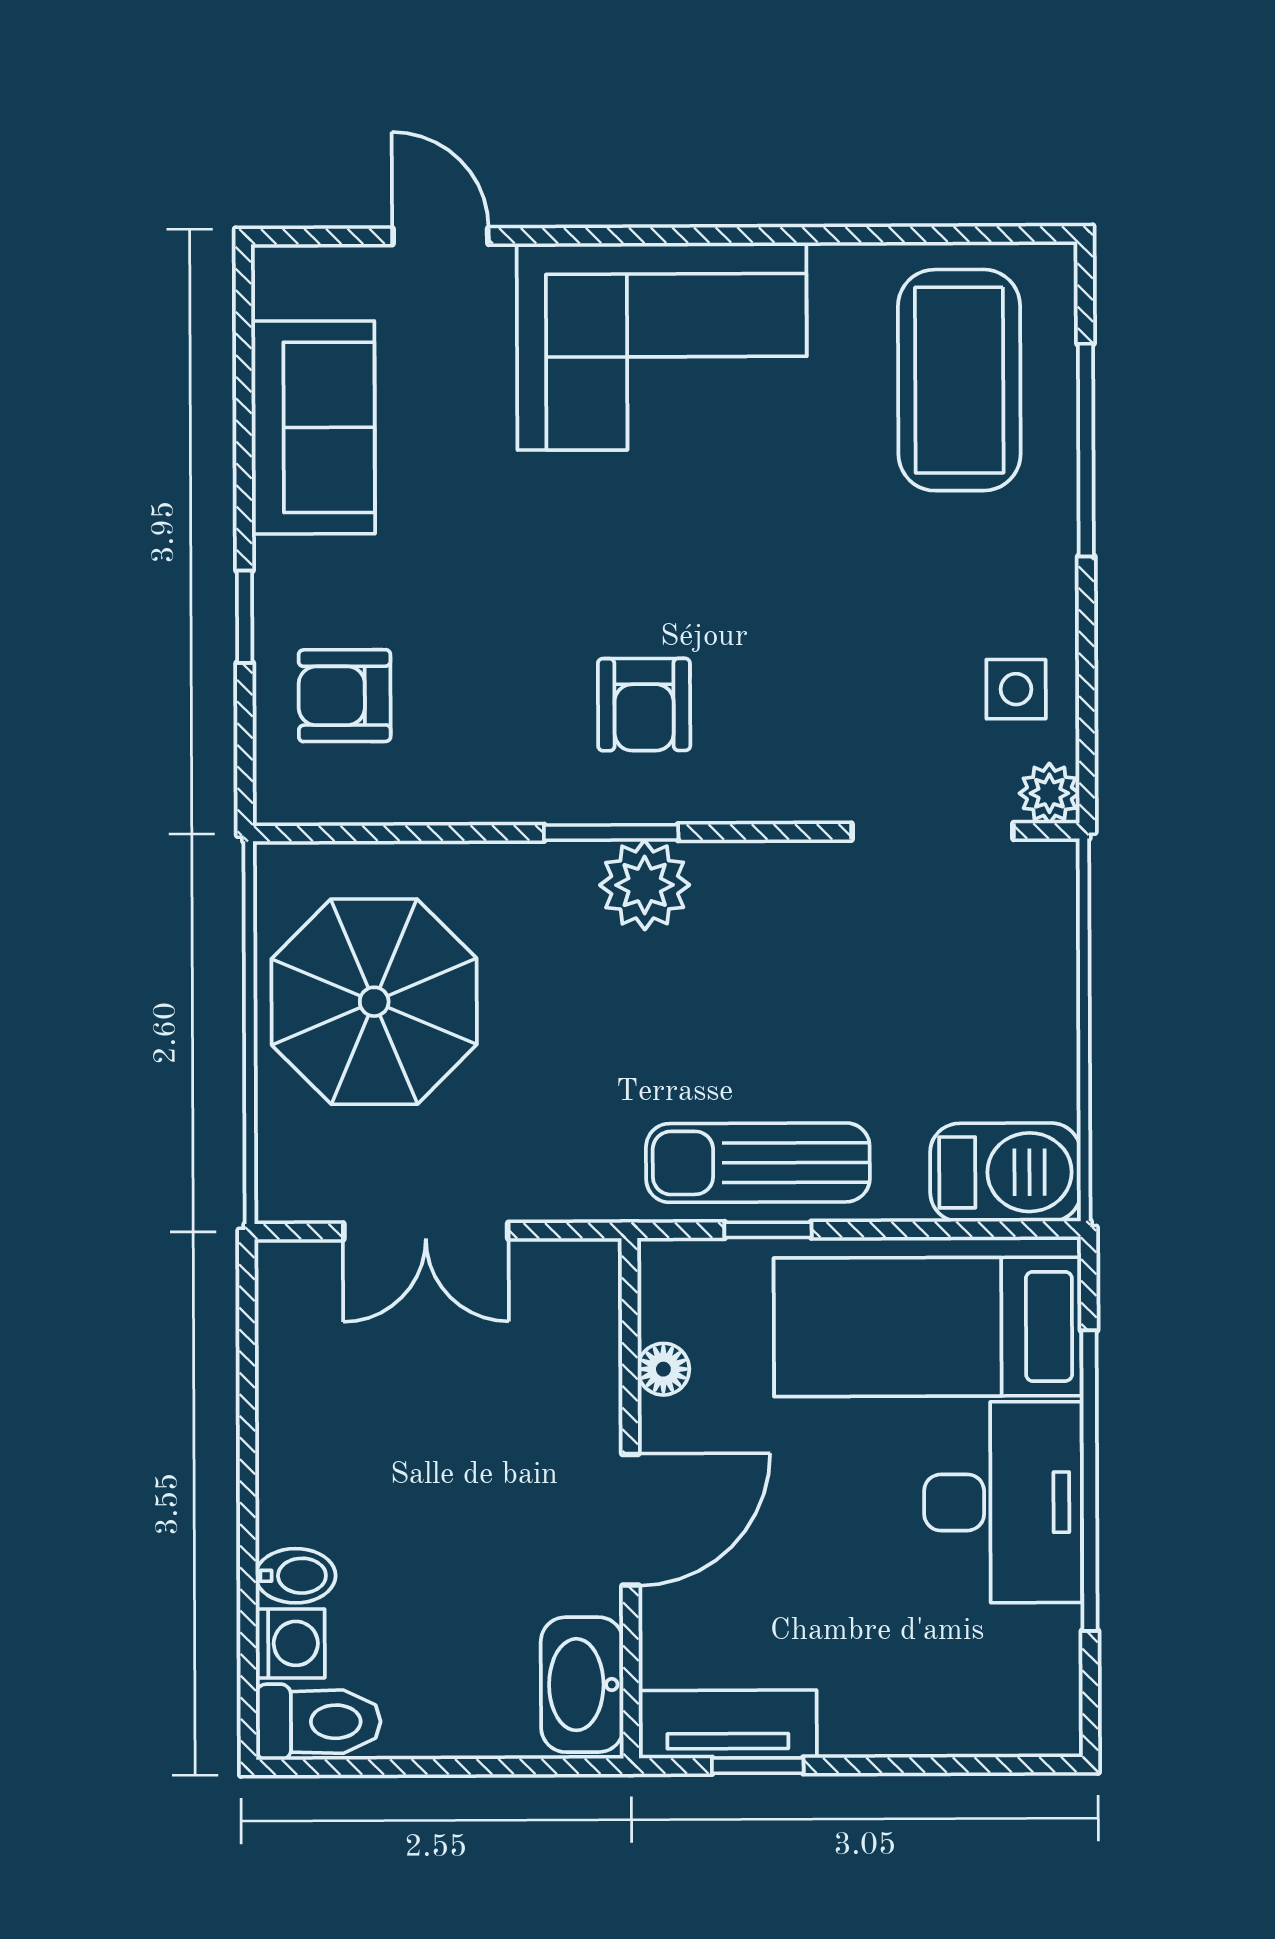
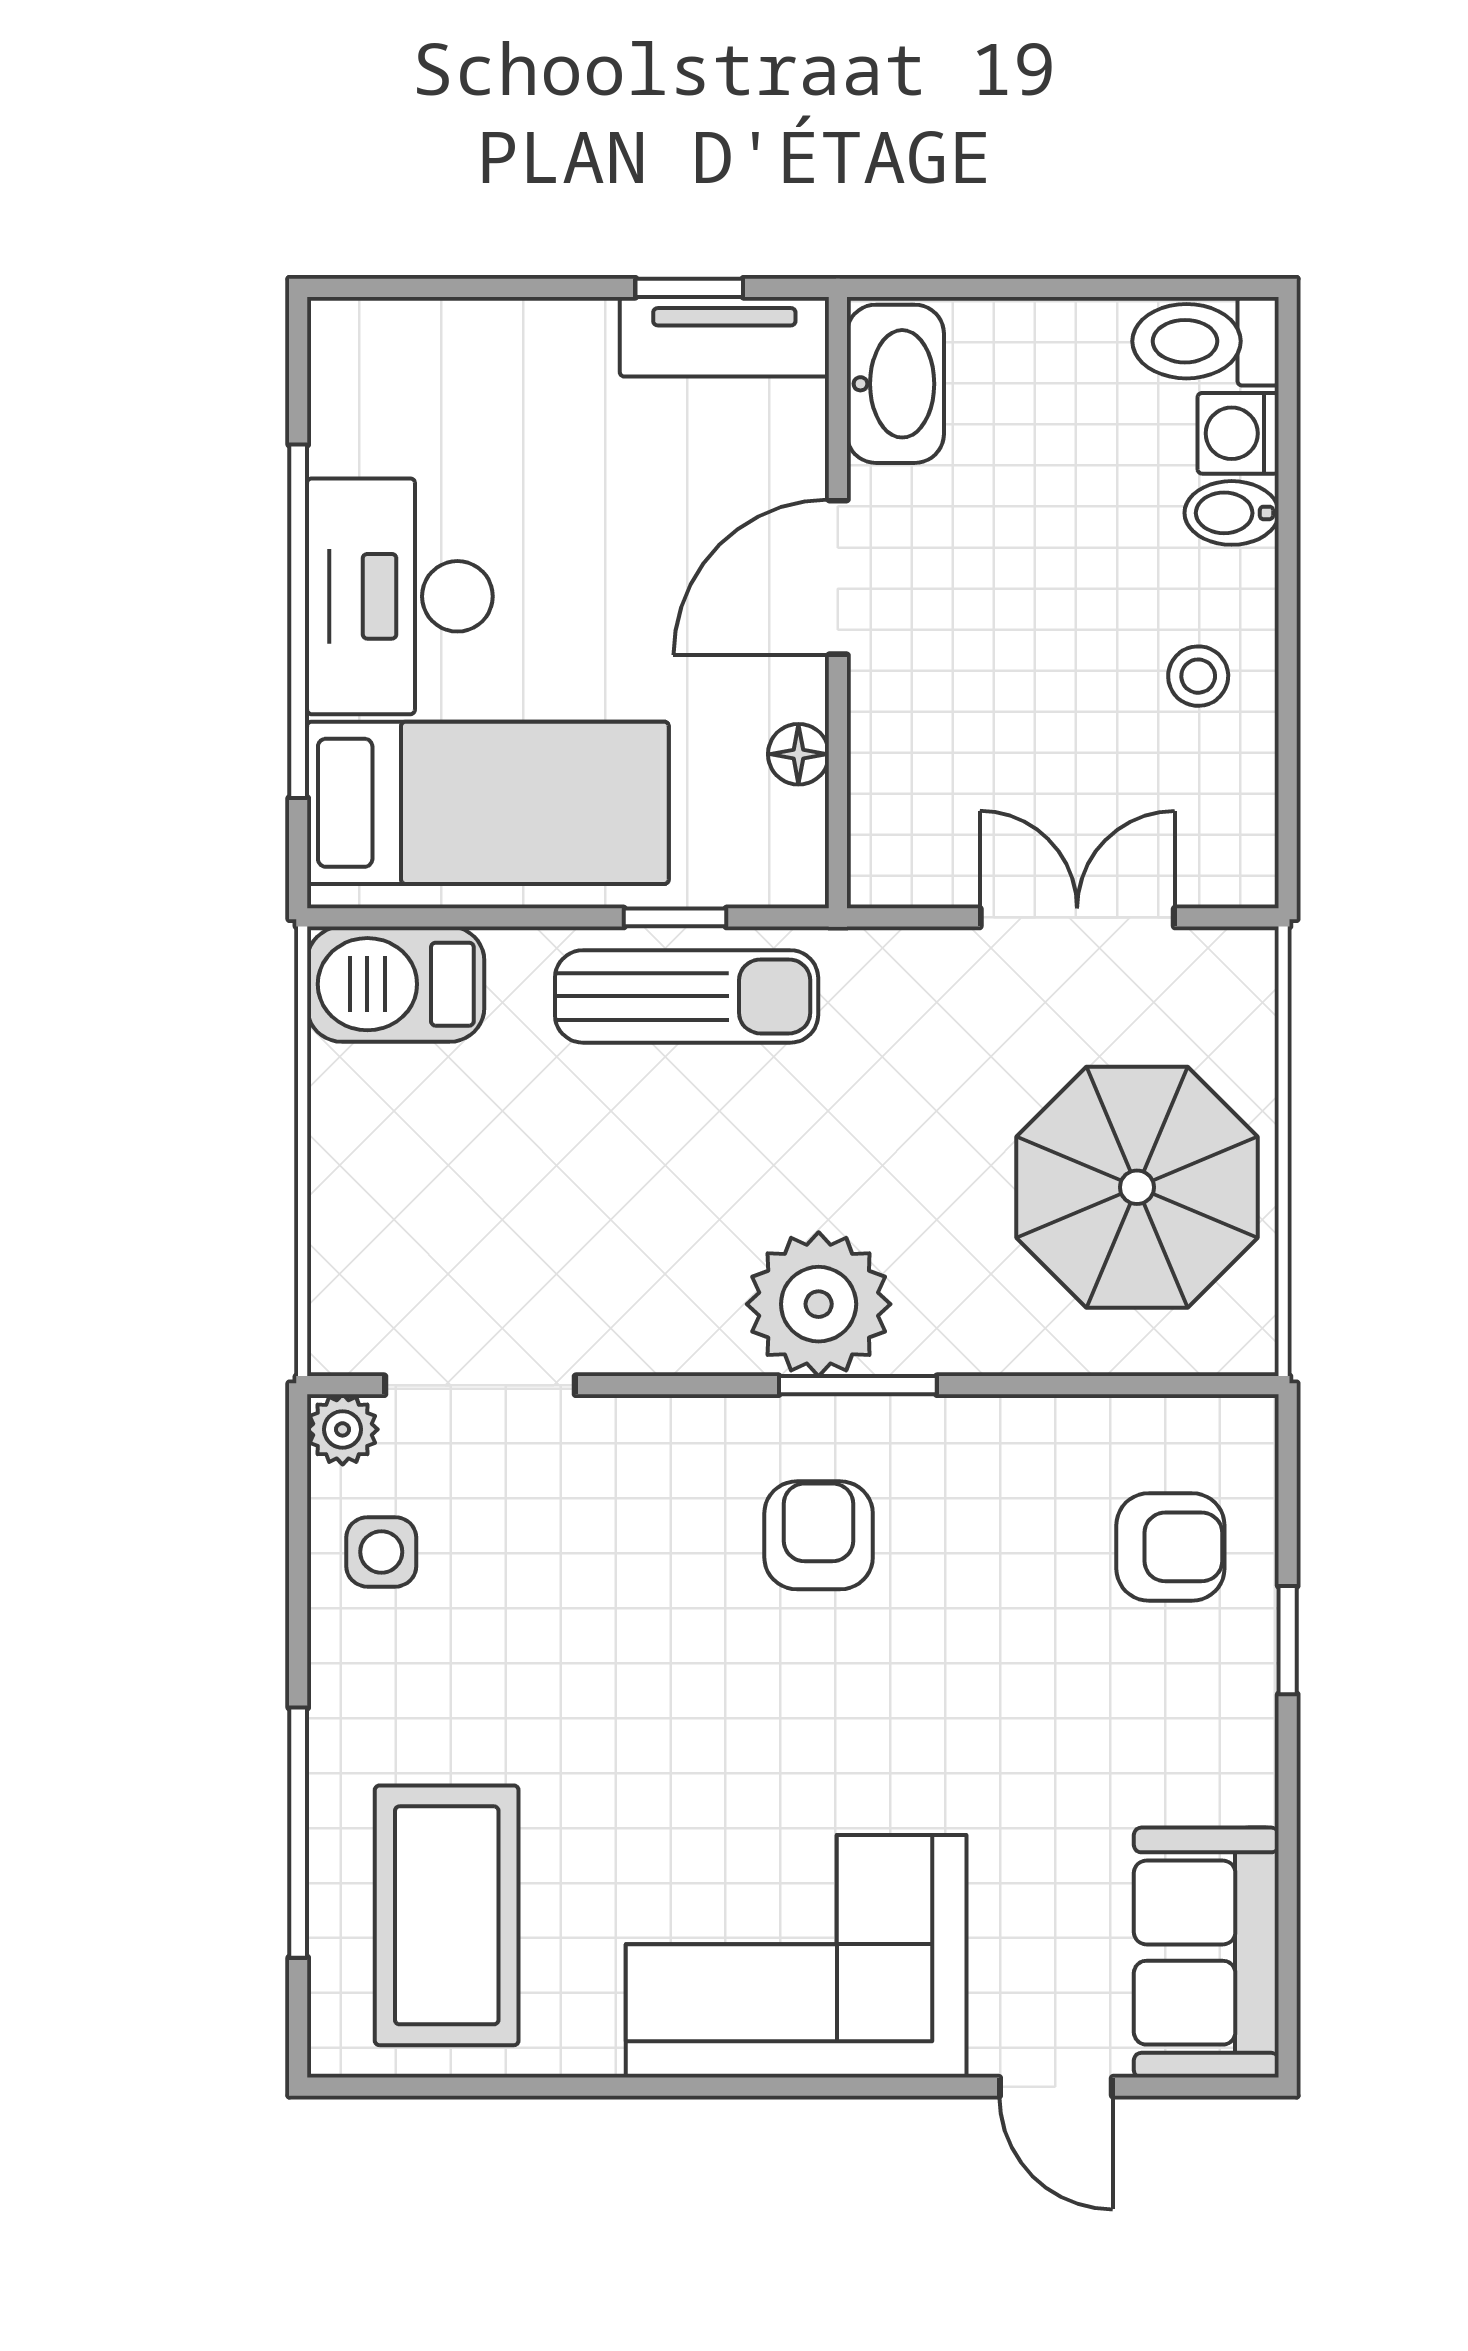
sofa: (313, 427) -> (1206, 1953), moved
plant: (645, 885) -> (819, 1304), width x1.36, depth x1.36
stool: (324, 1437) -> (1198, 676), added

